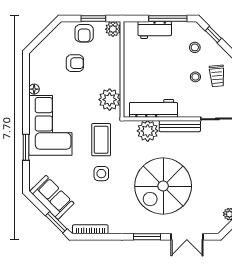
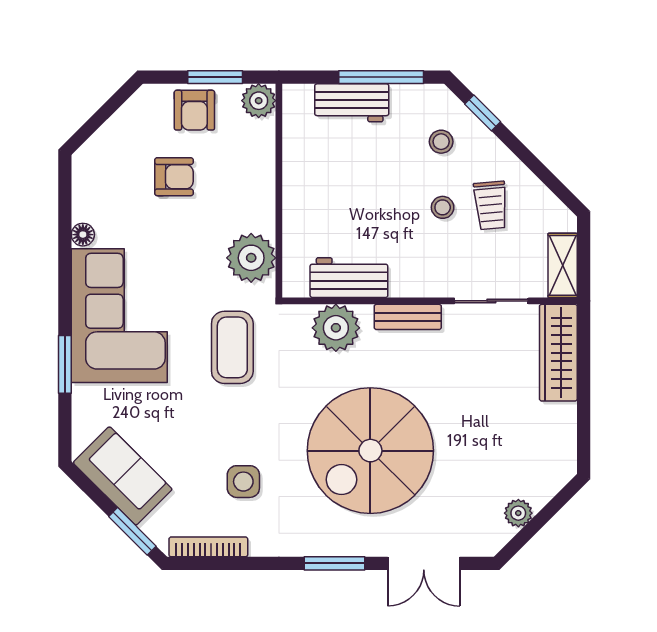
workbench: (153, 108) -> (349, 278), width x0.73
bench: (180, 126) -> (408, 317), width x0.73
side table: (101, 174) -> (243, 482), moved

